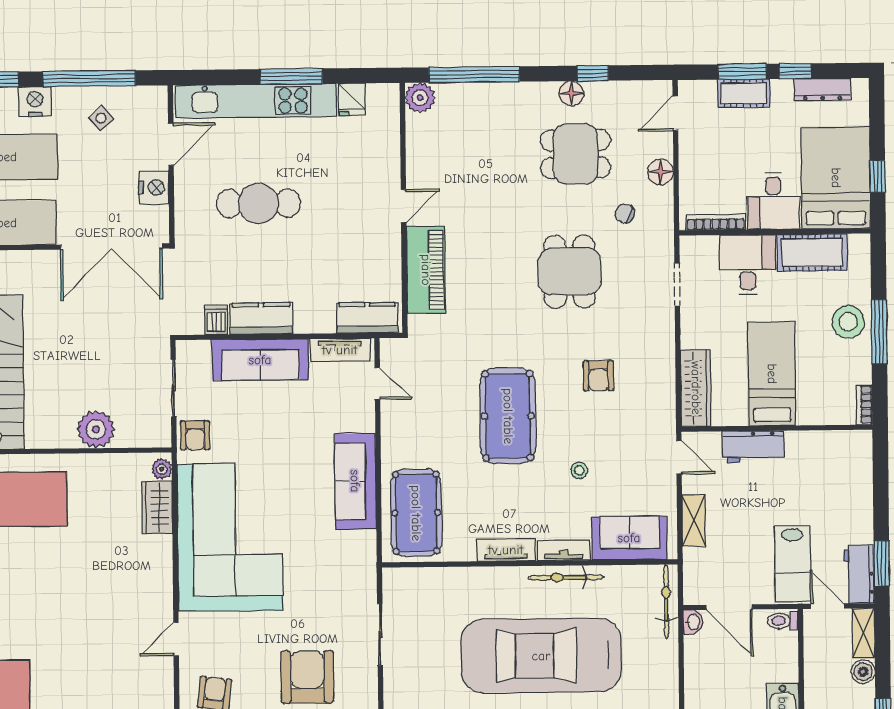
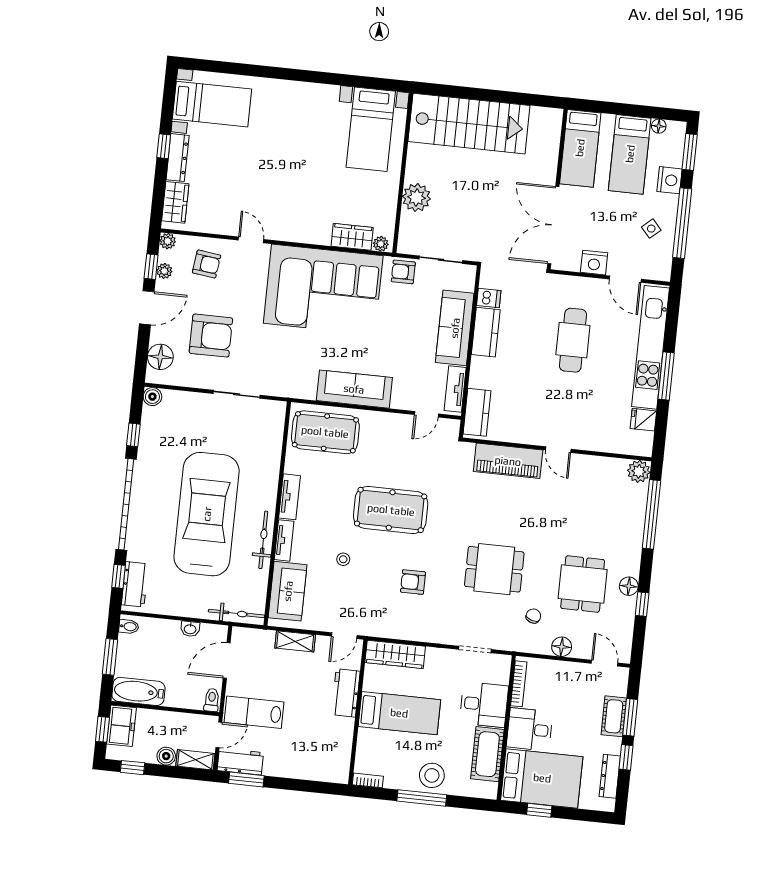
washbasin: (693, 622) -> (190, 629), moved

